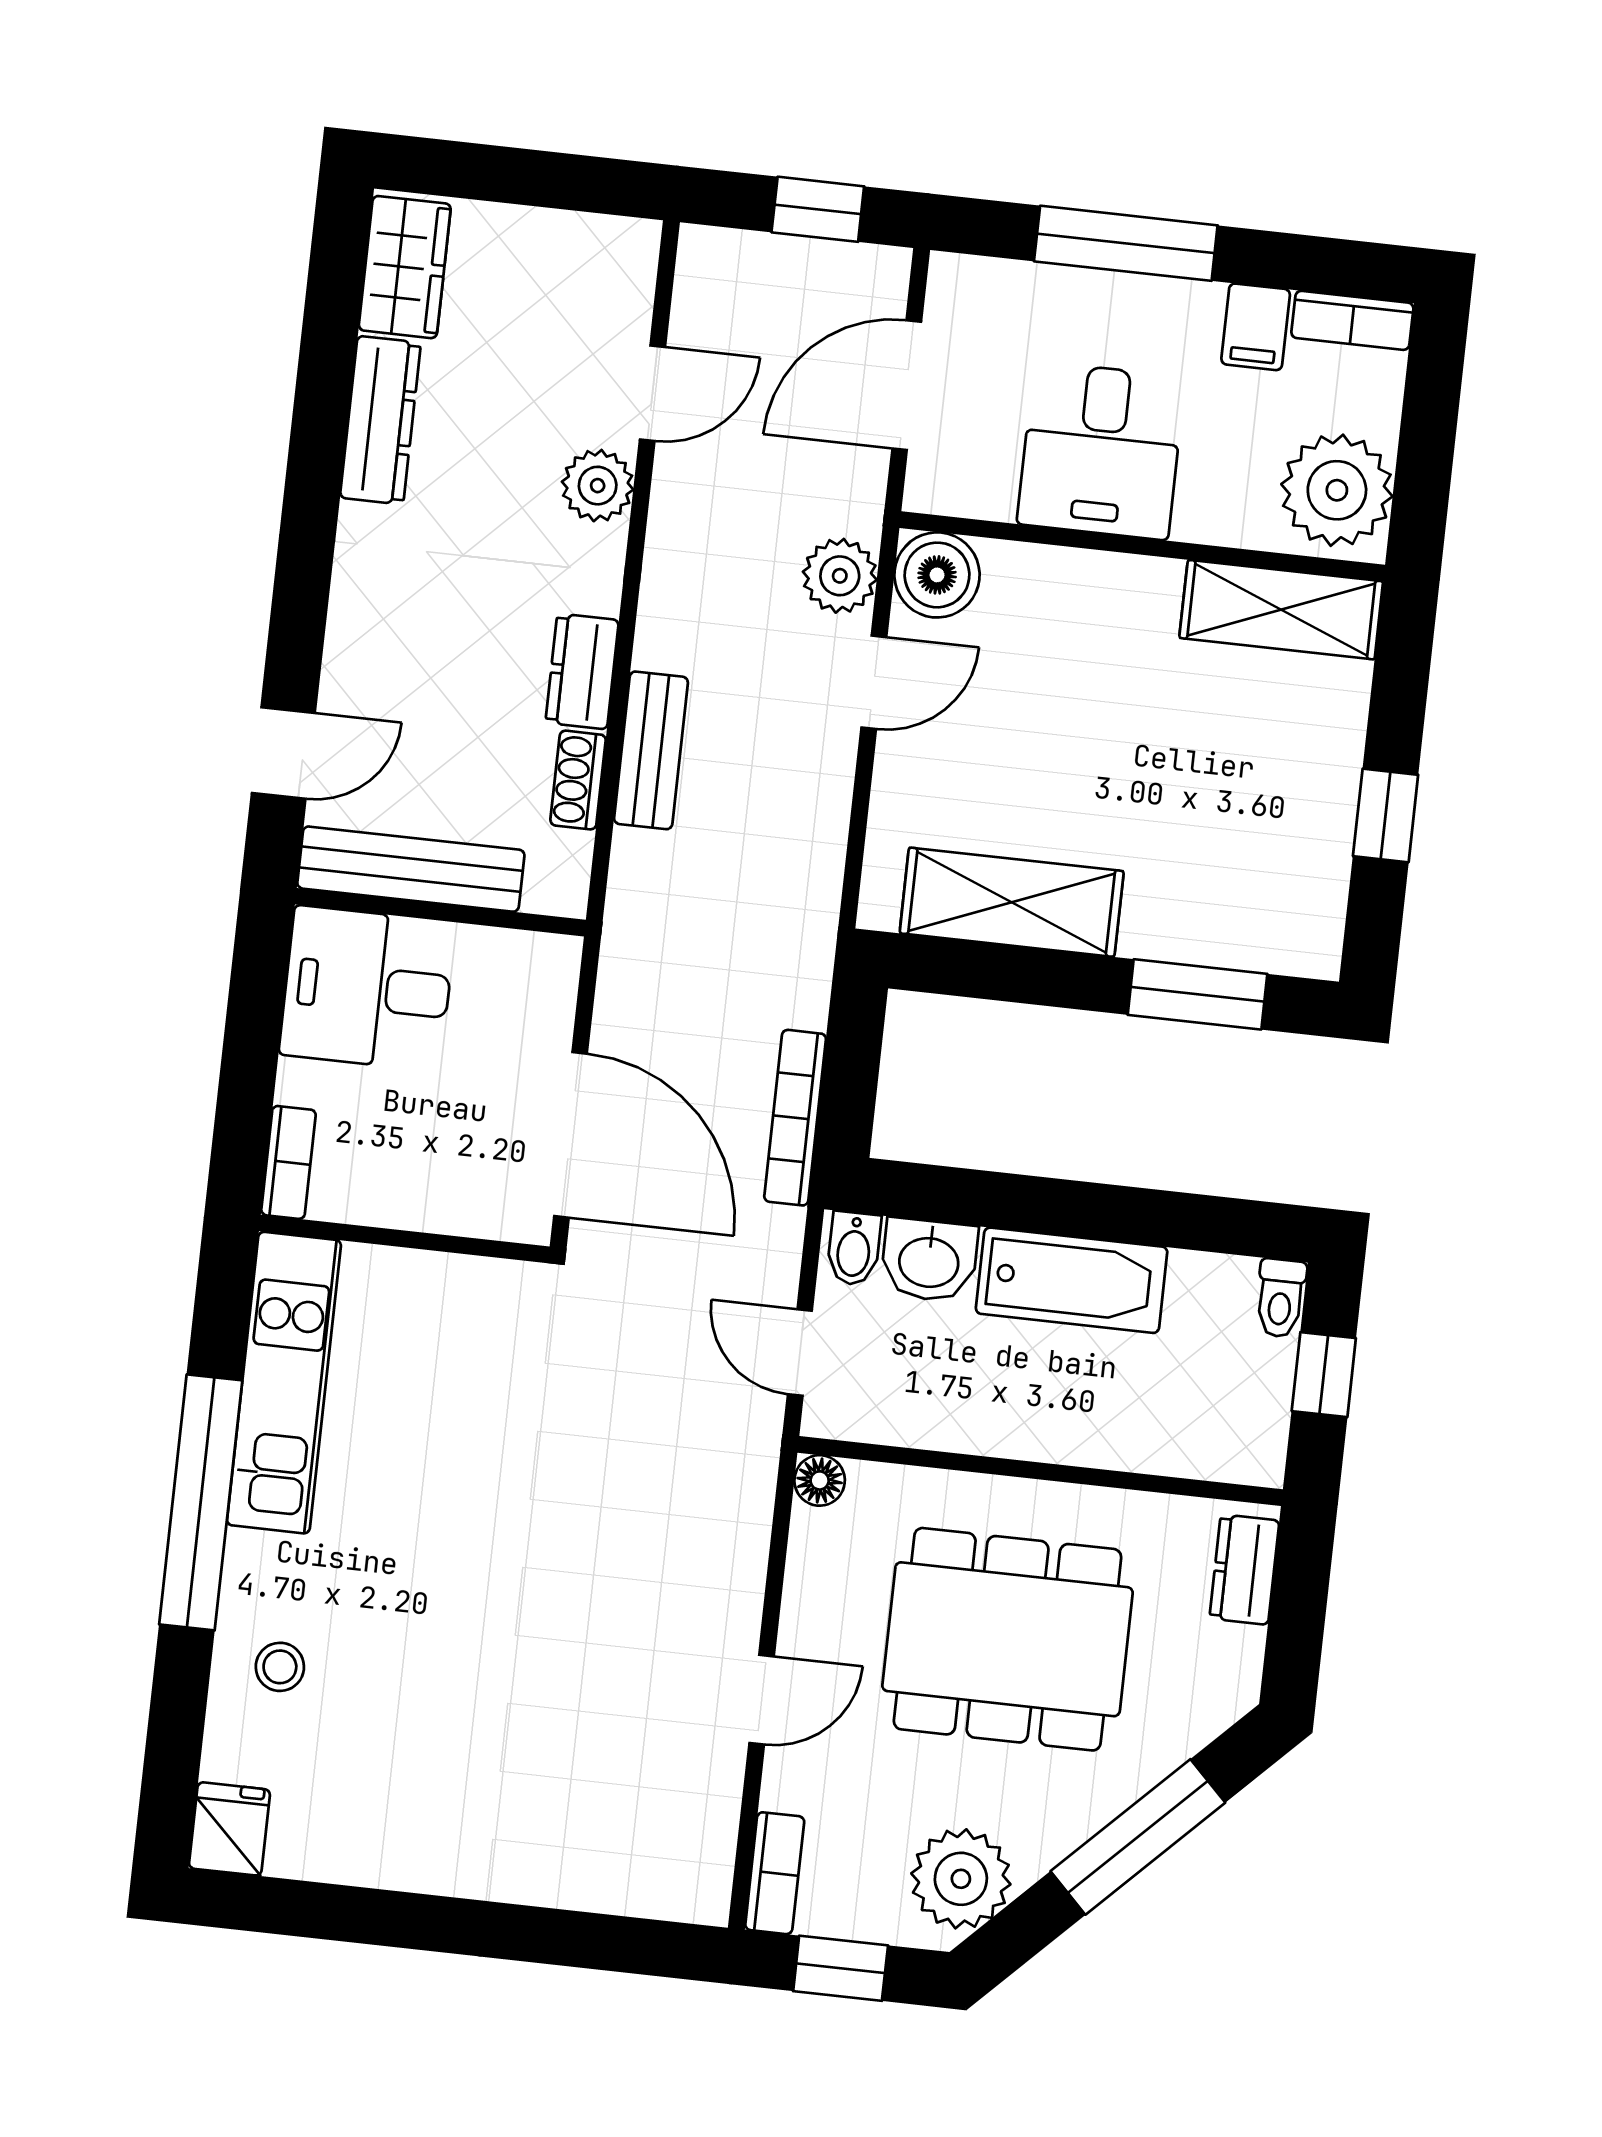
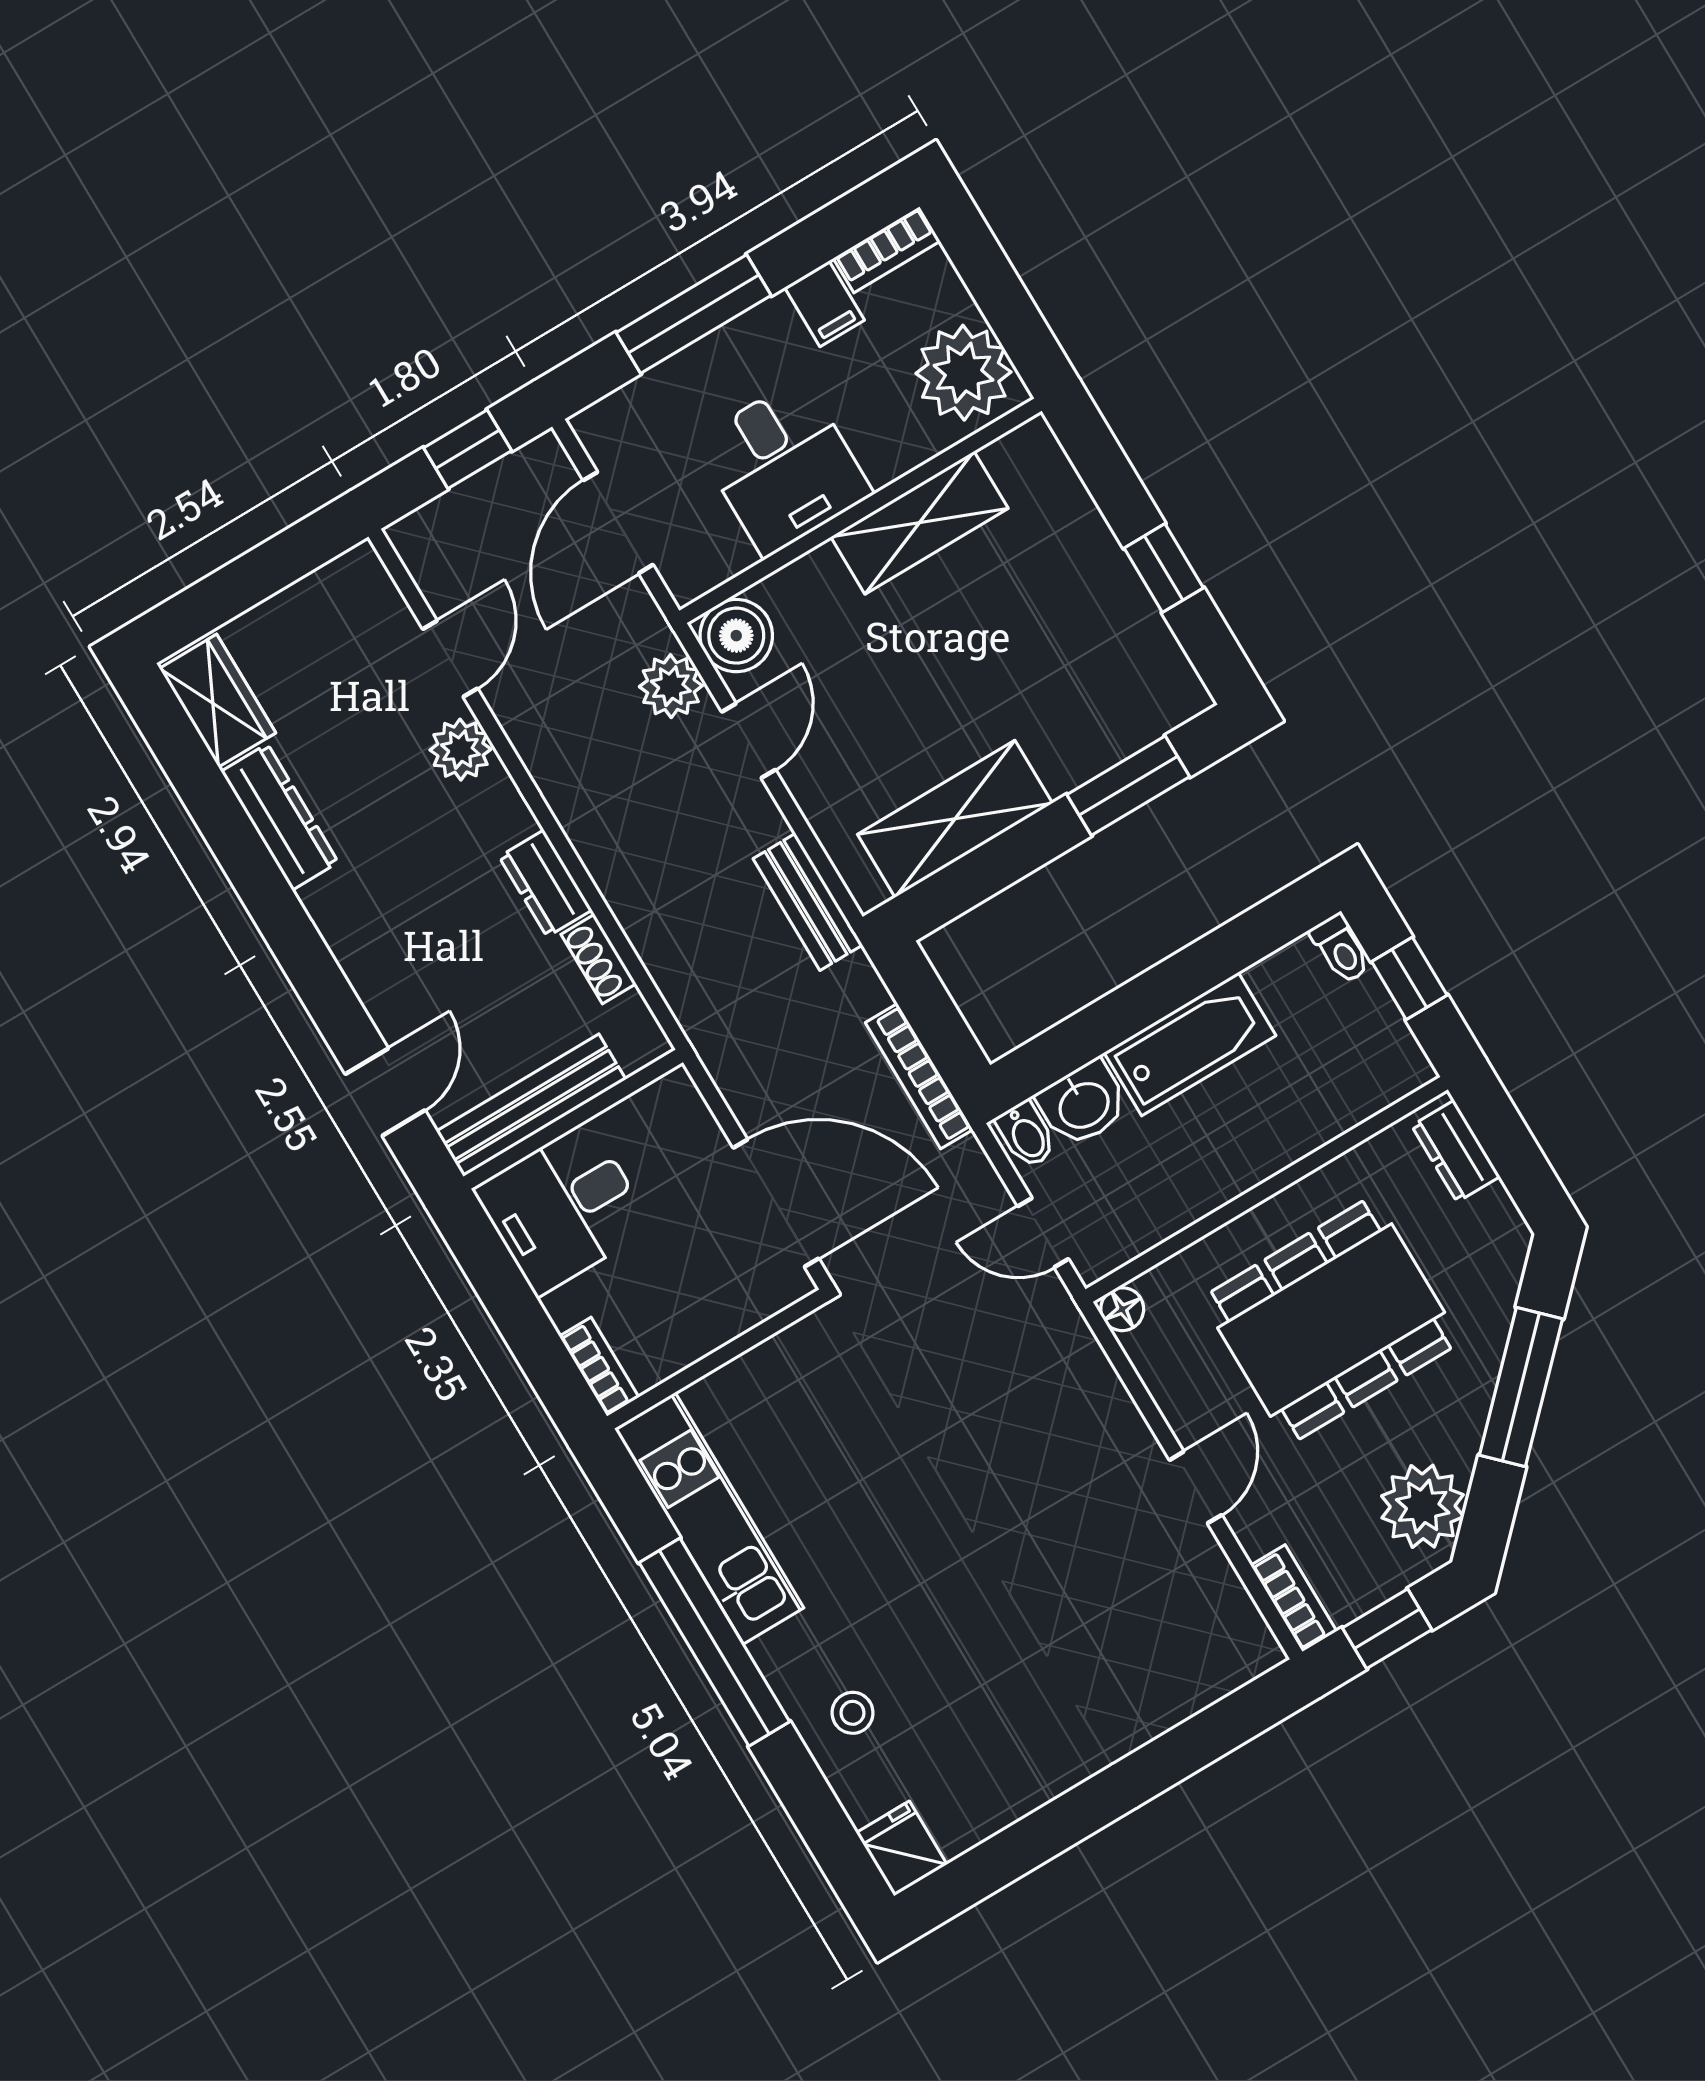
shelving: (1281, 610) -> (919, 523), moved
bench: (651, 750) -> (808, 902), moved

